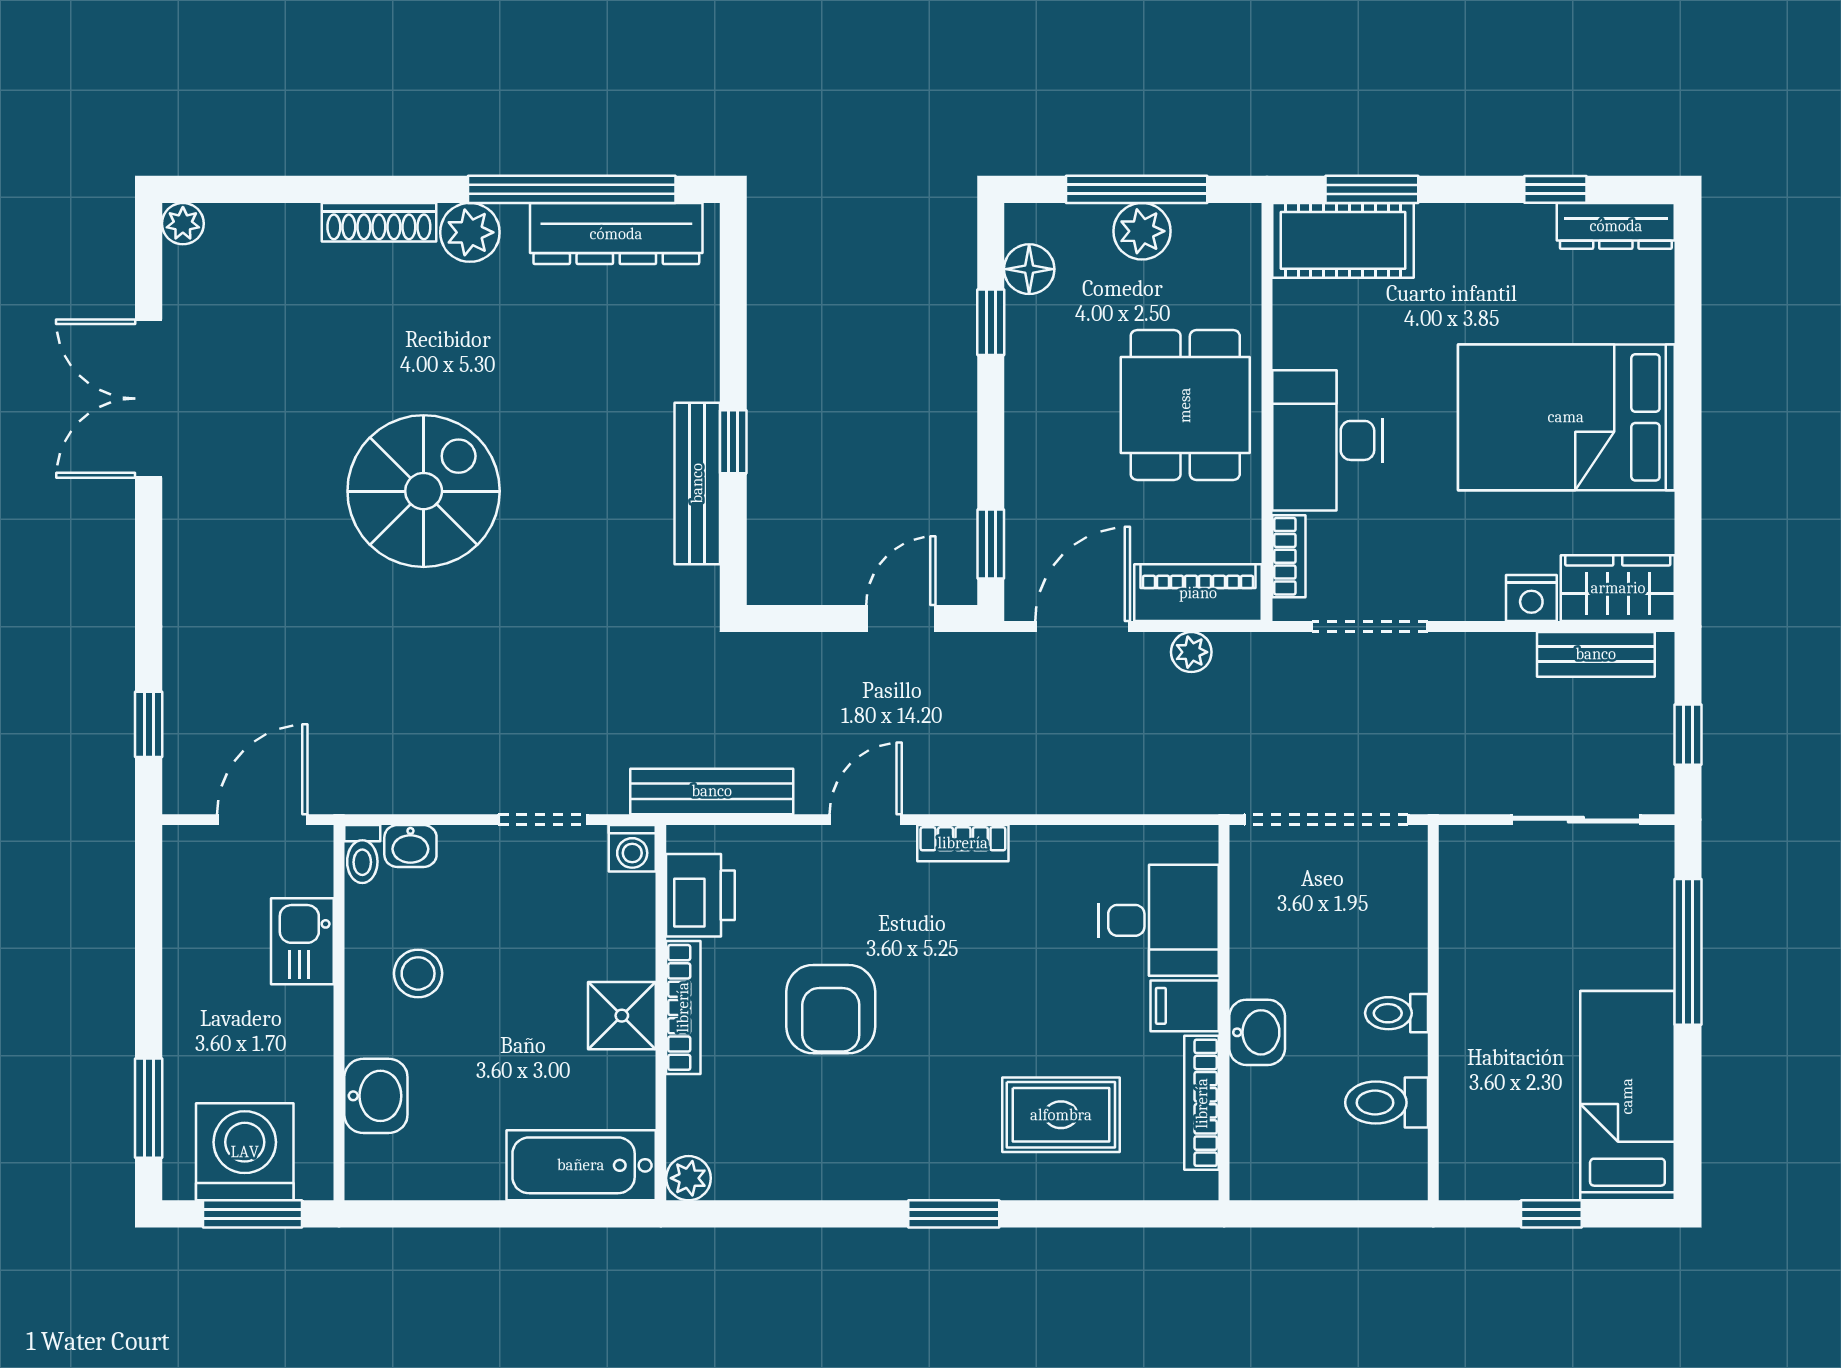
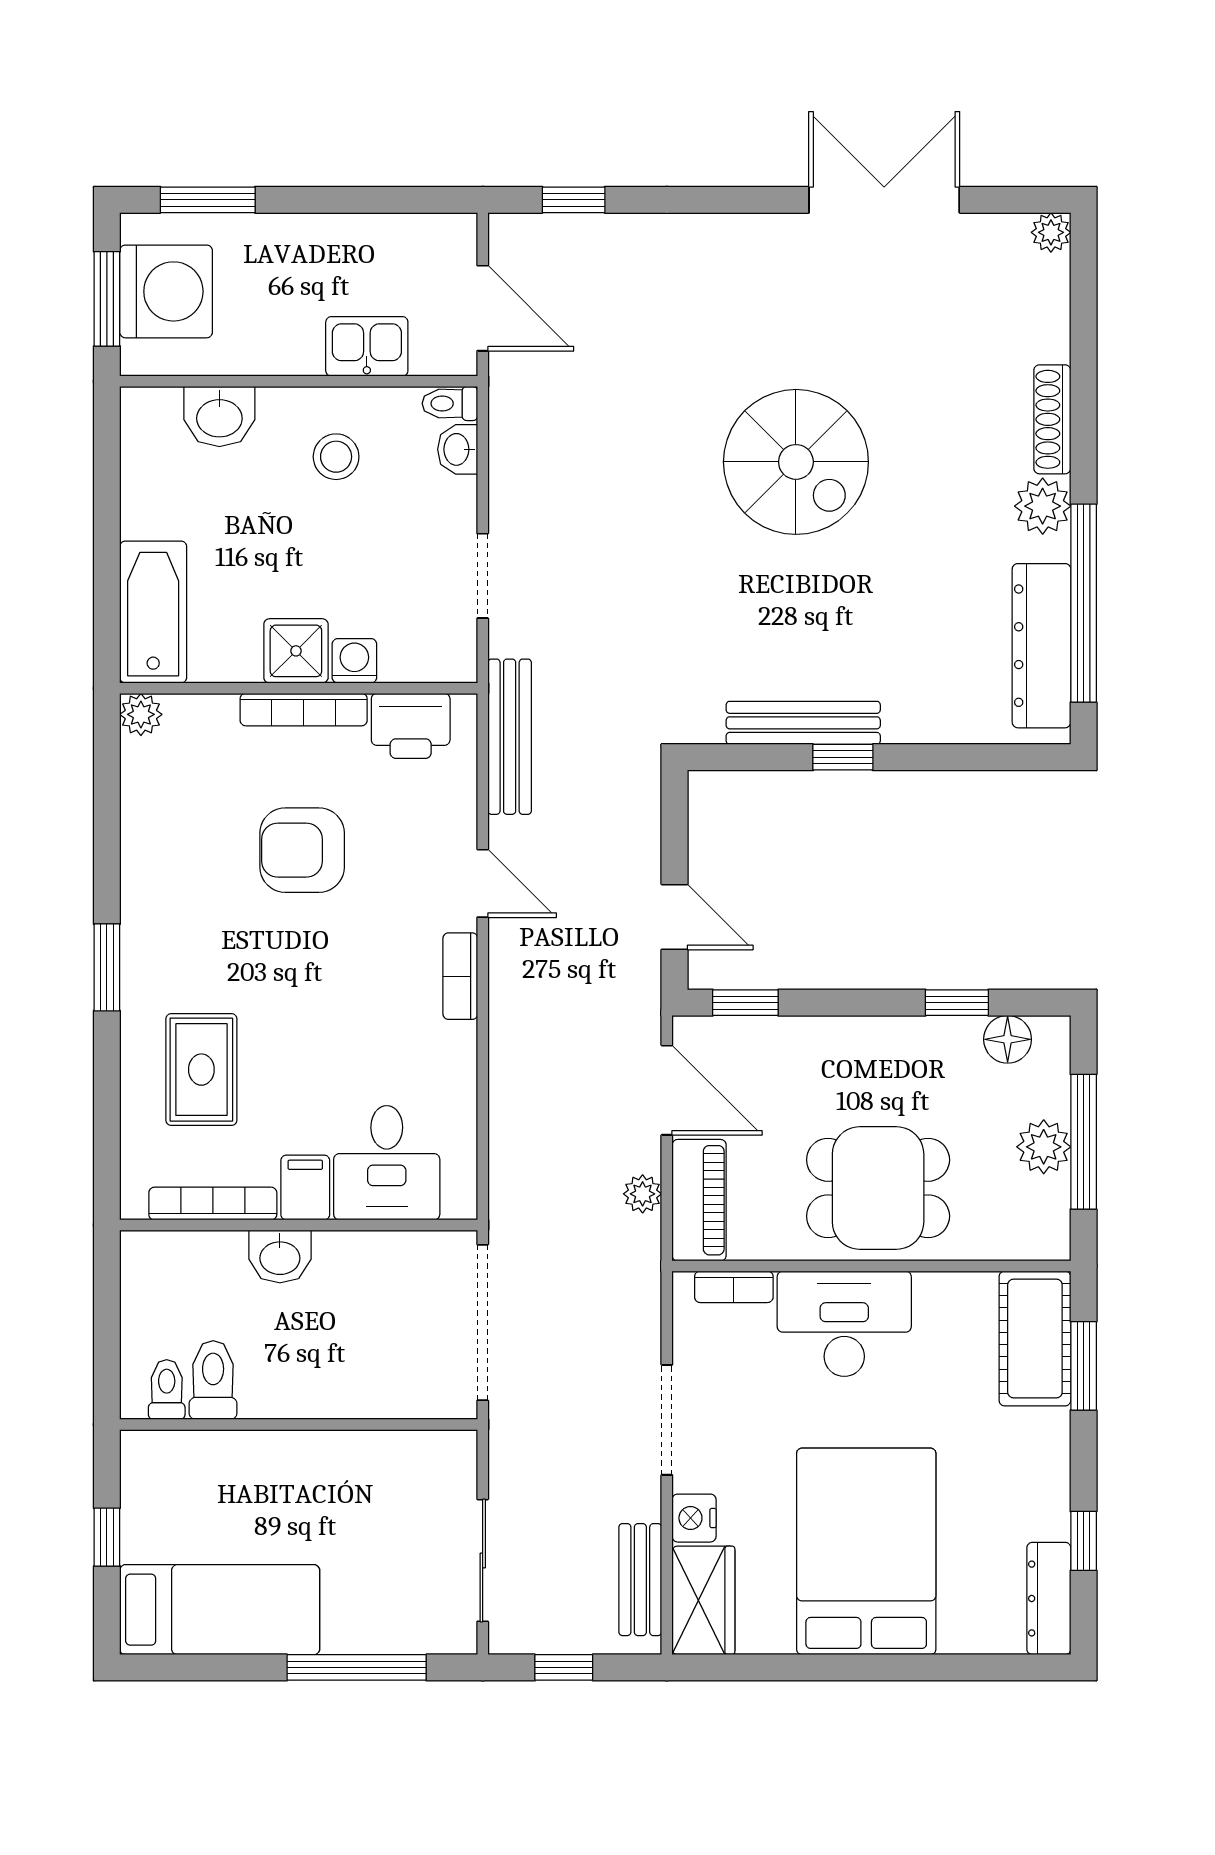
doorway: (1370, 627) -> (667, 1420), moved
washing machine: (632, 848) -> (354, 661), moved, turned 90
toilet: (1397, 1013) -> (167, 1390), moved

